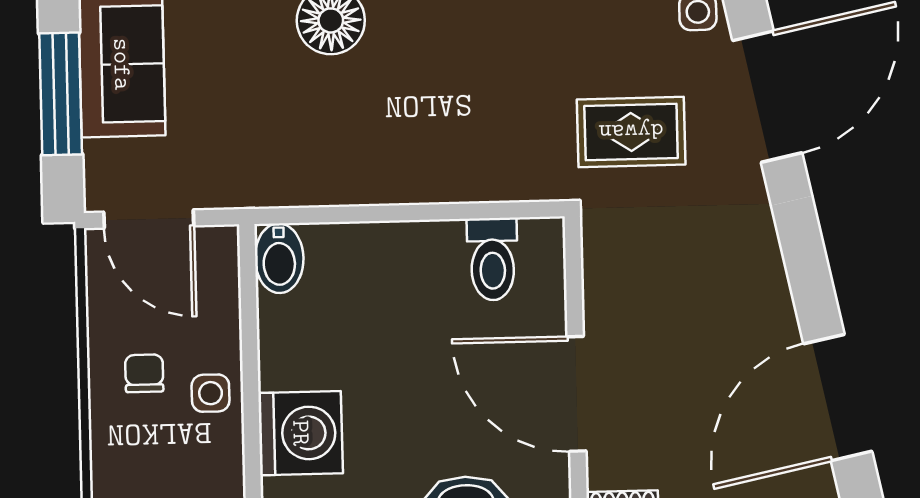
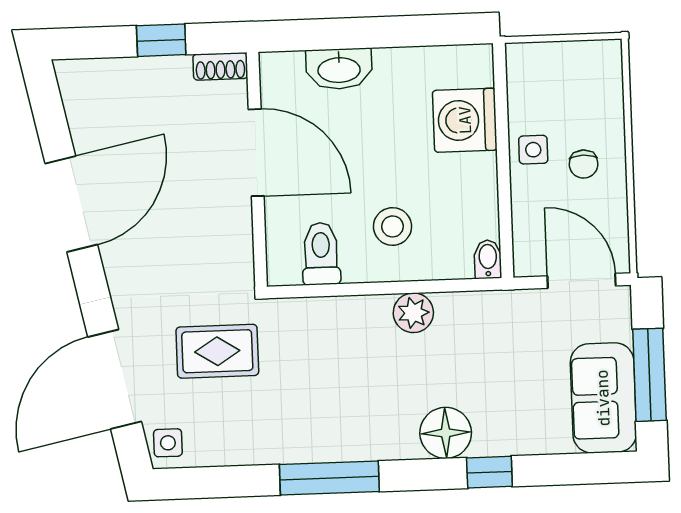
plant: (372, 180) -> (413, 313), added
bidet: (279, 258) -> (488, 259), width x0.72, depth x0.74
stool: (398, 294) -> (393, 226), added
door: (838, 398) -> (71, 204), moved

